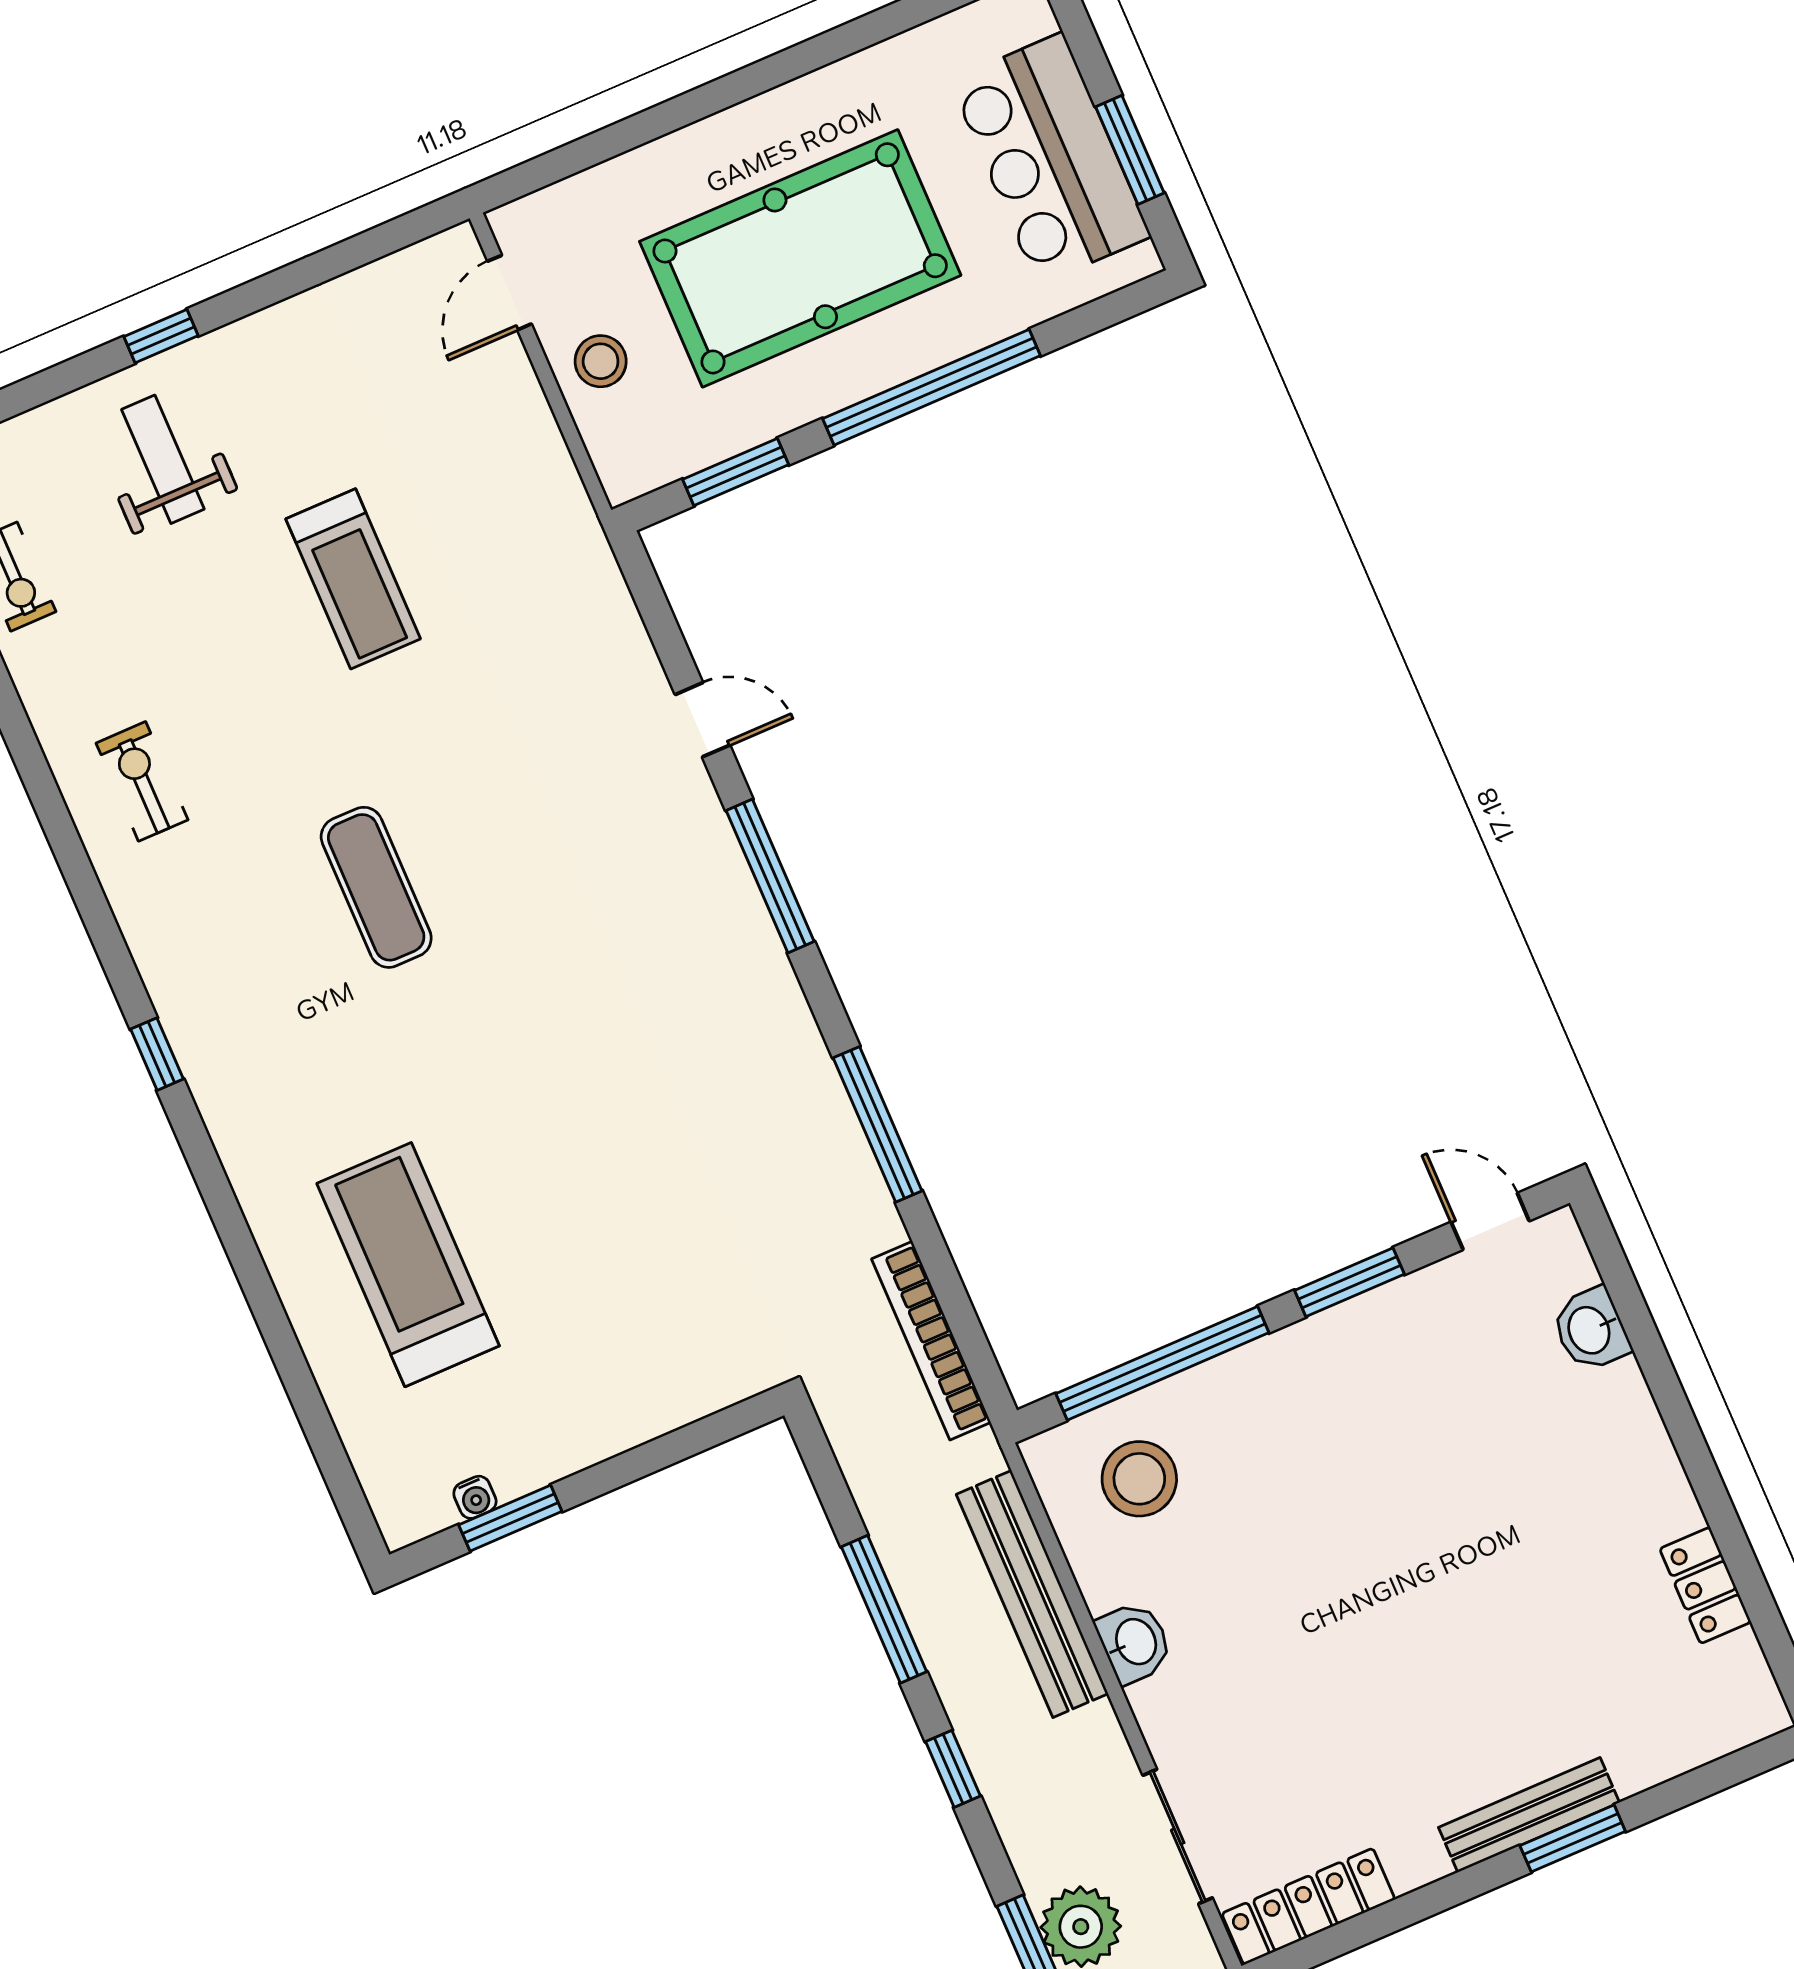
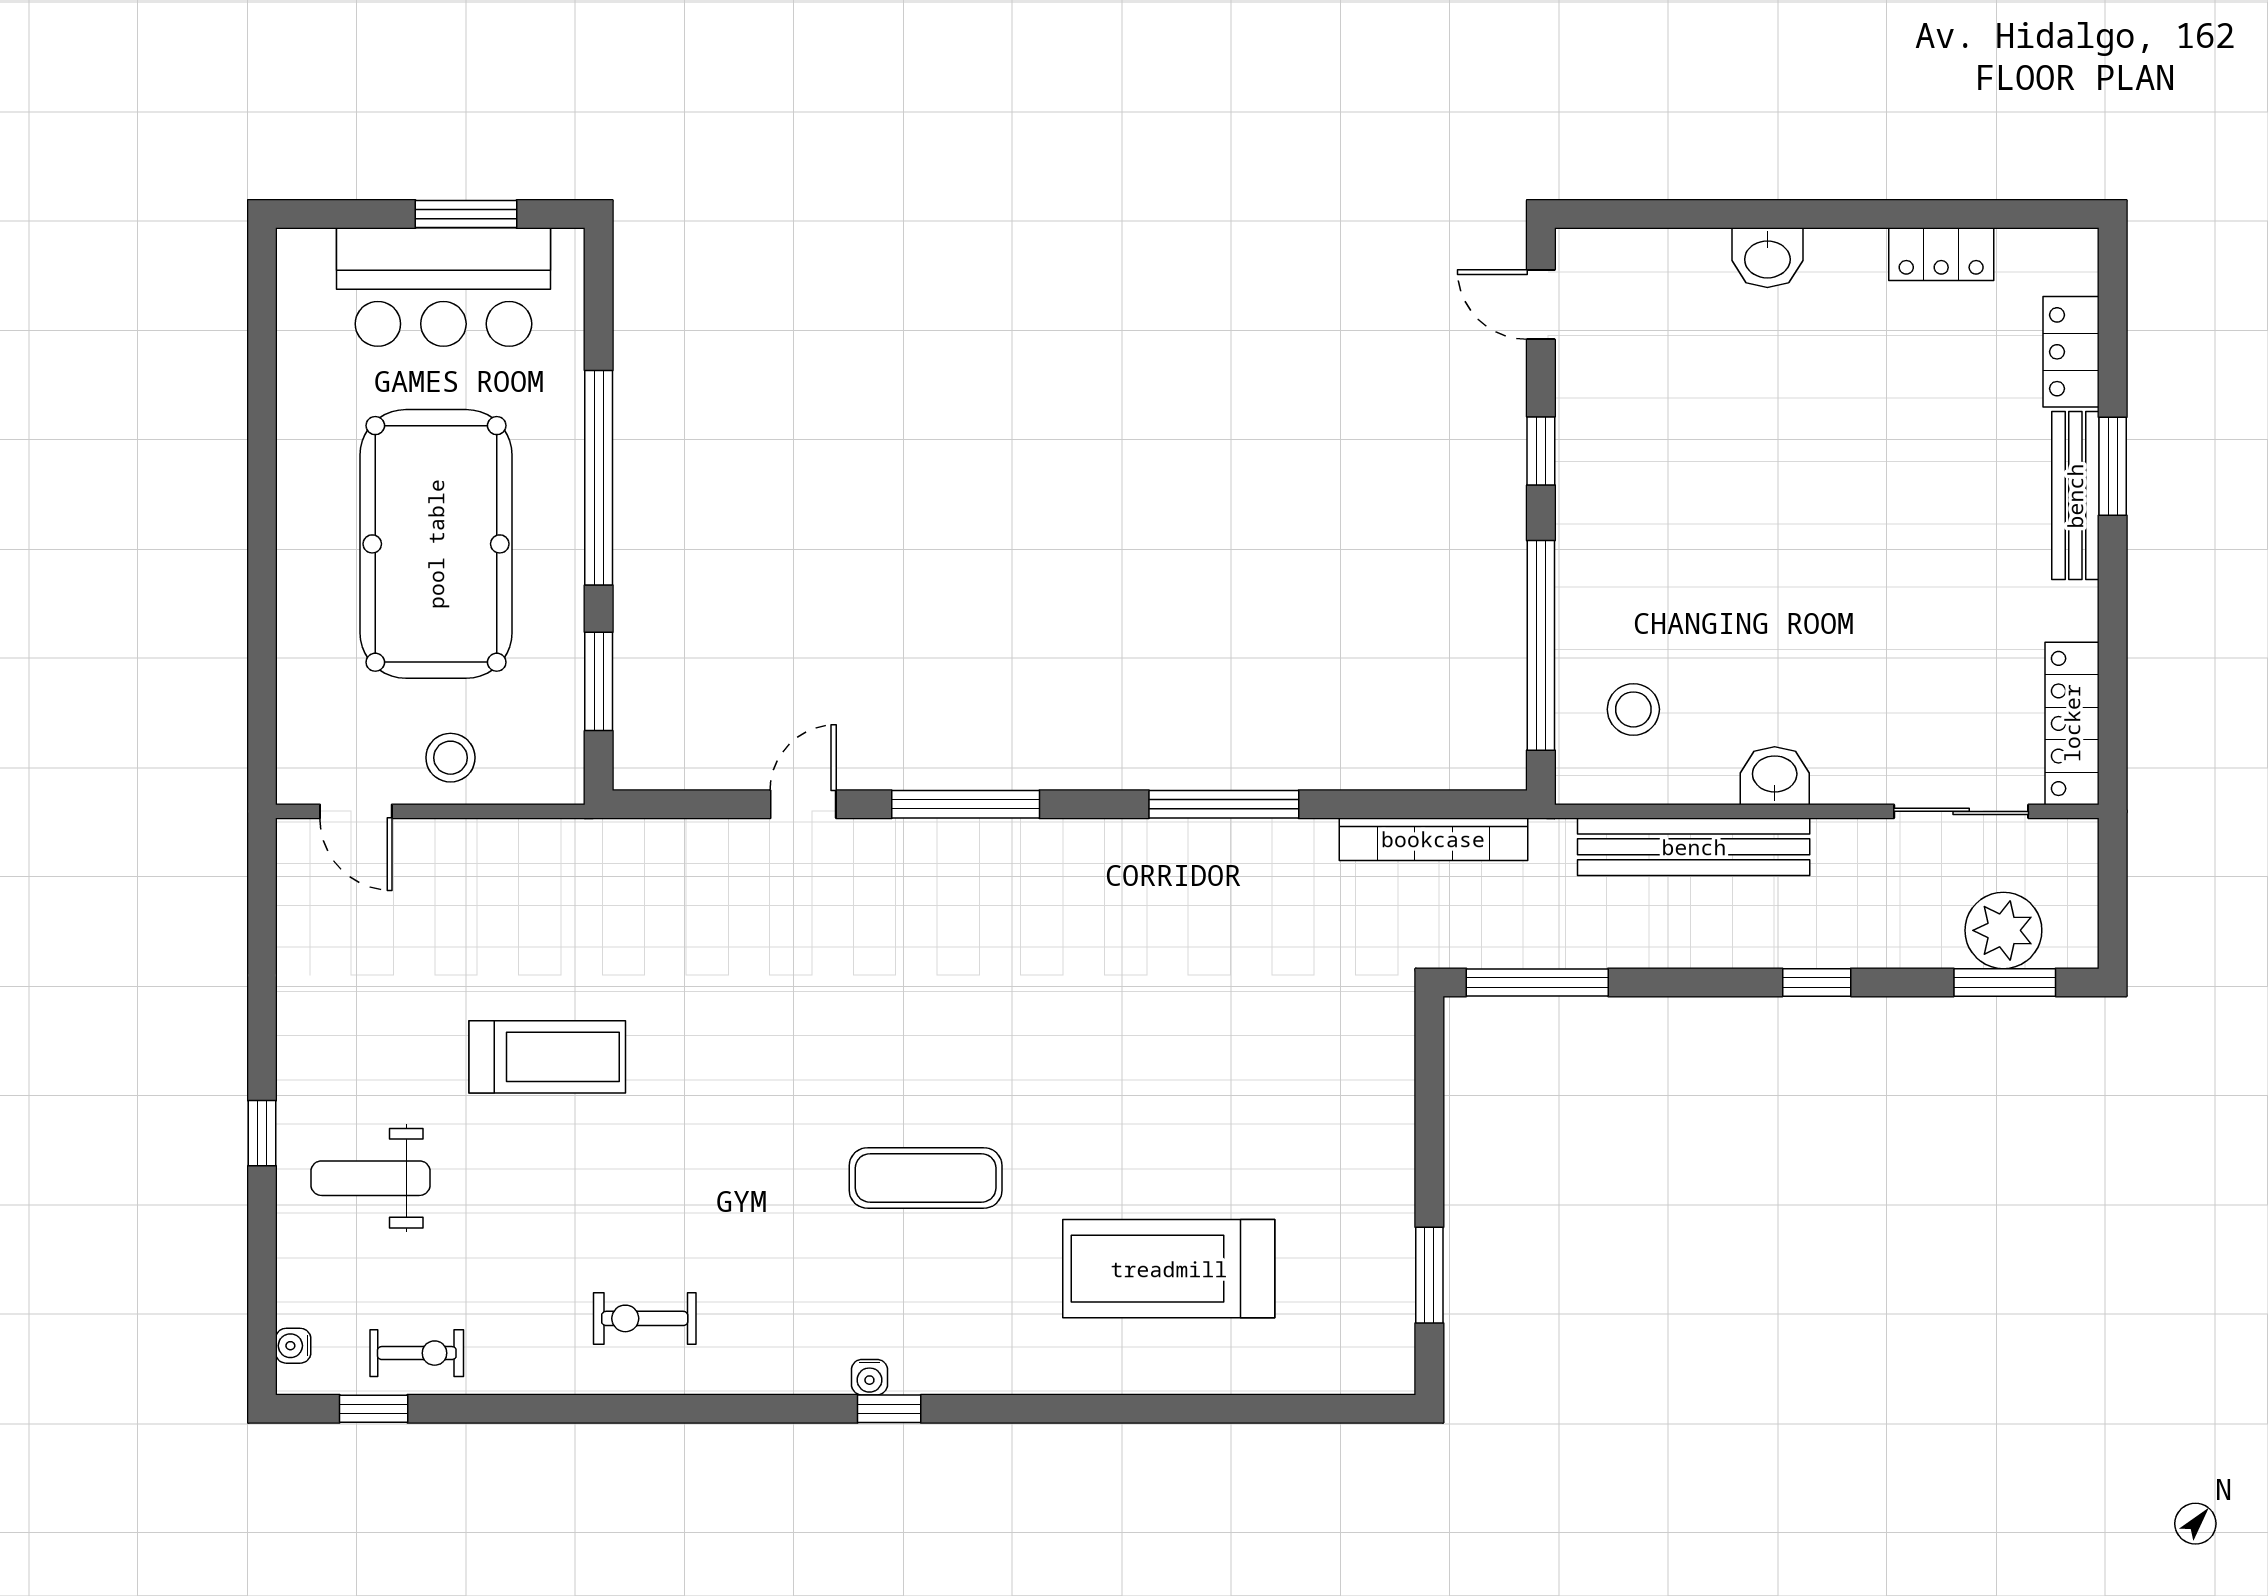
exercise mat: (376, 887) -> (926, 1178), moved
door: (1490, 1221) -> (1541, 305), hinge flipped
window: (1349, 1282) -> (1541, 451), width x0.67
washbasin: (1591, 1330) -> (1767, 258), moved
stool: (1139, 1479) -> (1633, 709), width x0.73, depth x0.73
water cooler: (475, 1497) -> (869, 1377), moved, turned 90
window: (884, 1609) -> (1537, 982), moved
locker: (1665, 1751) -> (2071, 352), added

